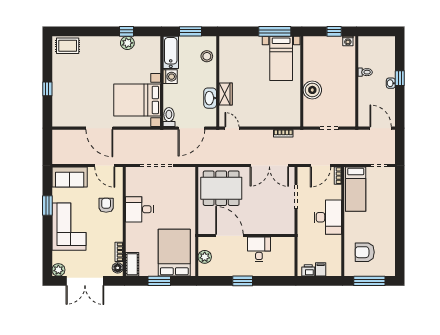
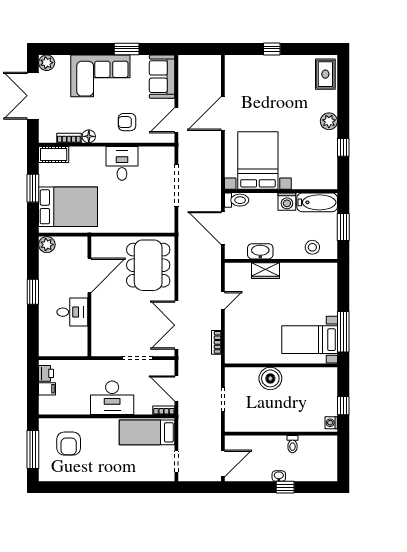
plant: (127, 43) -> (329, 121), moved
door: (232, 128) -> (223, 300), moved
armchair: (106, 205) -> (127, 122), turned 180
armchair: (365, 252) -> (69, 444), turned 180
plant: (205, 257) -> (47, 245), moved
floor lamp: (118, 268) -> (89, 136), moved

